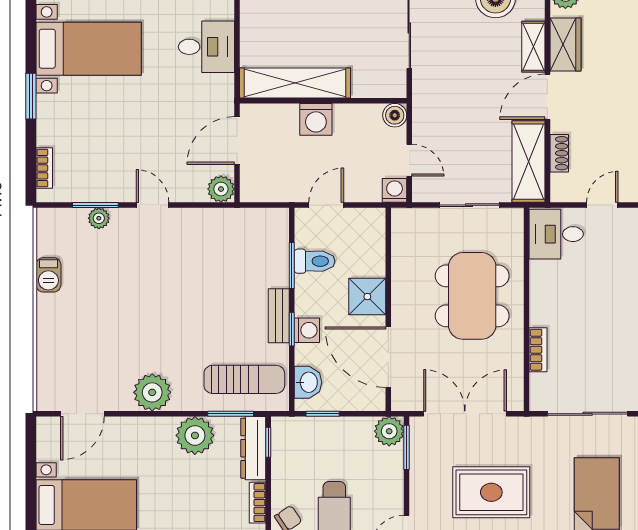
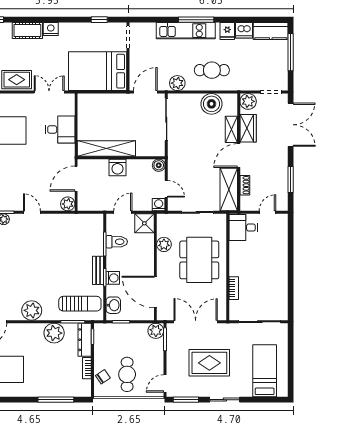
plant: (405, 266) -> (164, 244), added
shower: (367, 297) -> (144, 223), moved

